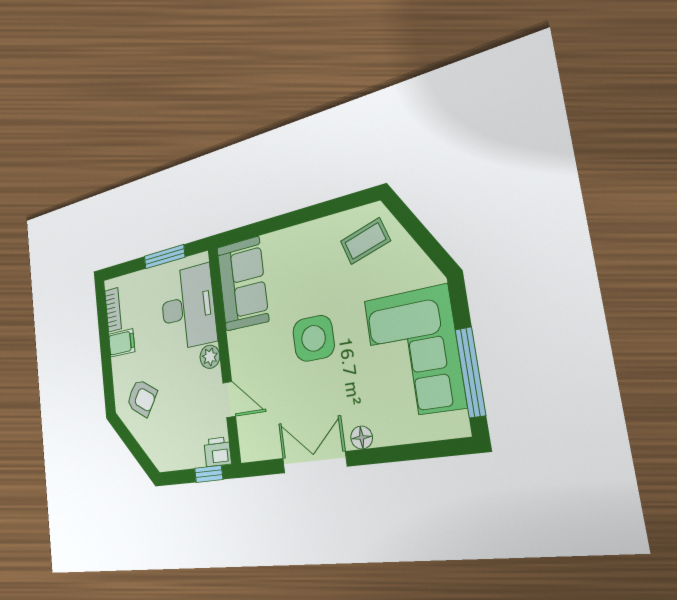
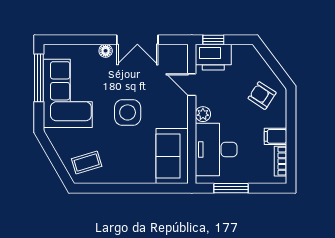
printer: (217, 452) -> (213, 57), width x1.87, depth x1.48

